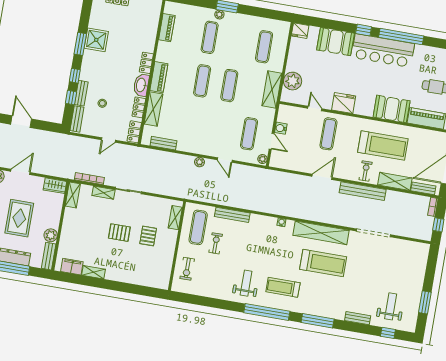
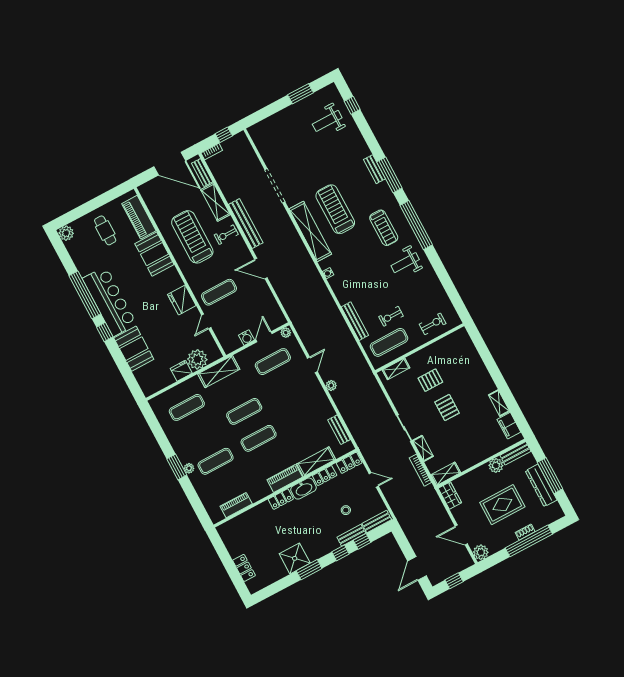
fridge: (300, 31) -> (181, 371), moved, turned -90
bench: (358, 318) -> (375, 169), moved

